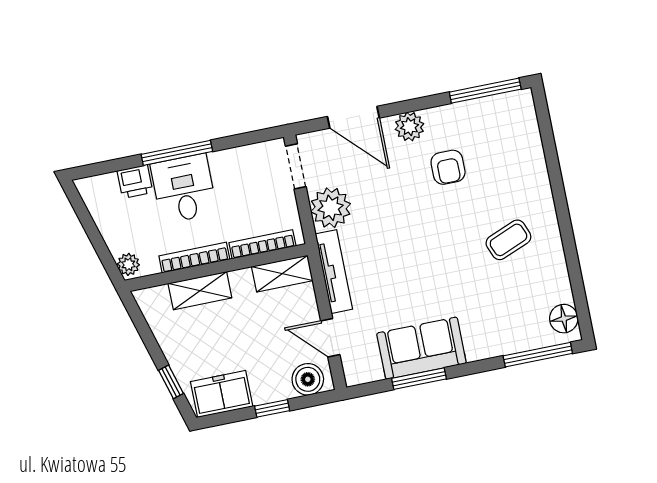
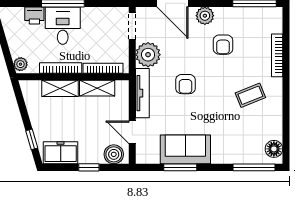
bookcase: (538, 167) -> (277, 55), added
armchair: (400, 243) -> (185, 84), added
shelving: (282, 274) -> (97, 88), moved

